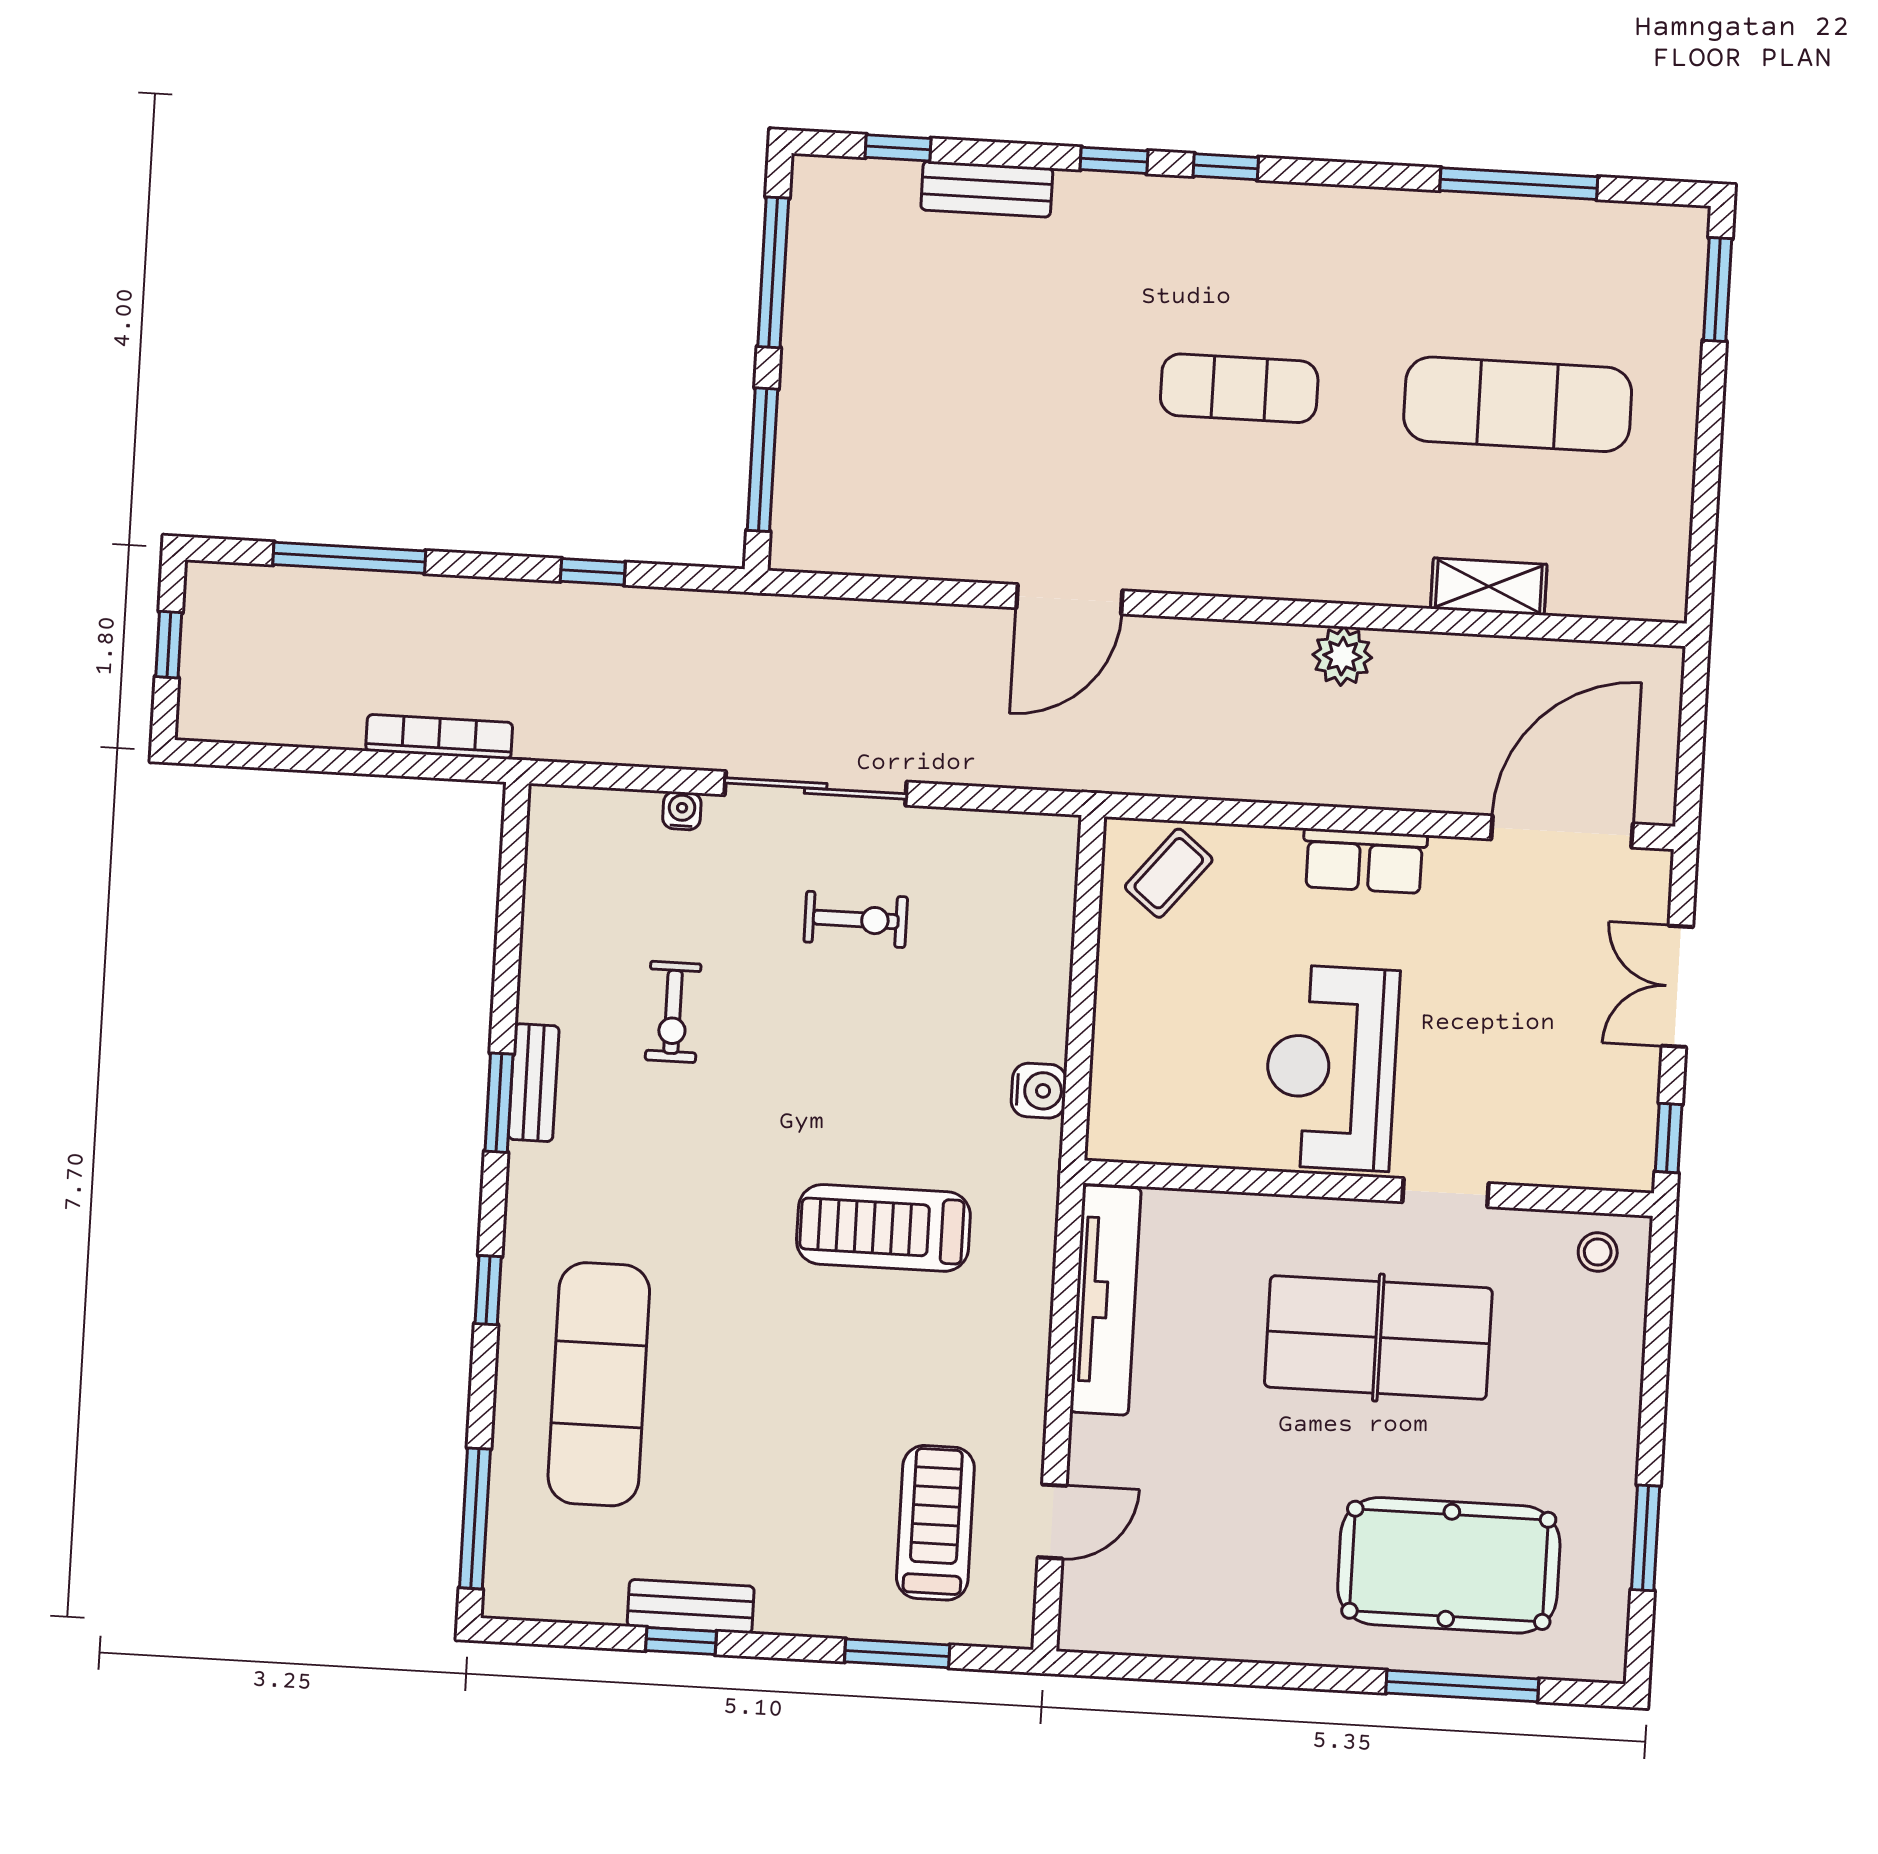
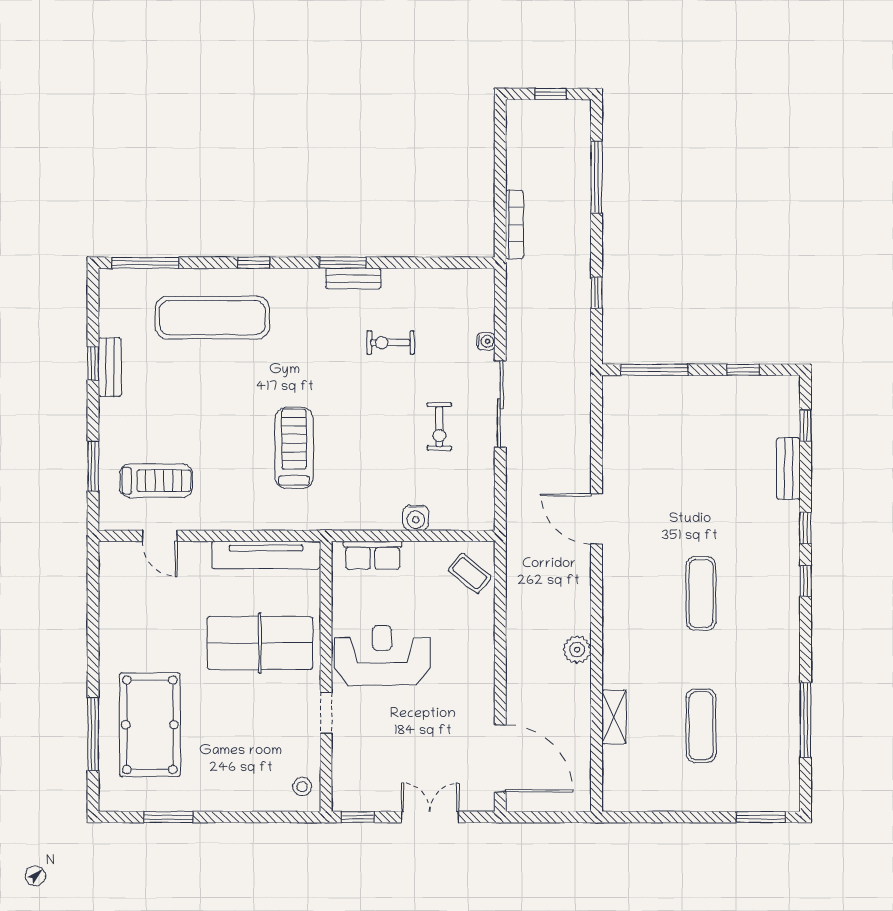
window: (773, 272) -> (743, 370), width x0.46
exercise mat: (1518, 404) -> (701, 726), width x0.73, depth x0.69
row of seats: (1364, 861) -> (373, 555), moved, turned -90
water cooler: (1039, 1091) -> (416, 518), moved
table tennis table: (1378, 1338) -> (260, 643), moved, turned 90

